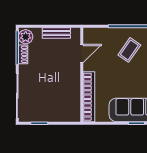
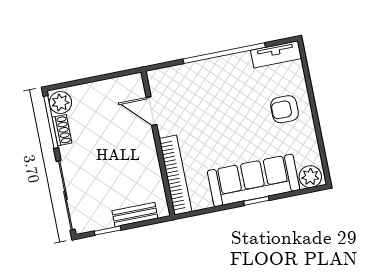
bench: (56, 33) -> (135, 214), moved
coffee table: (129, 50) -> (223, 91), removed
door: (82, 54) -> (151, 111), swing flipped

